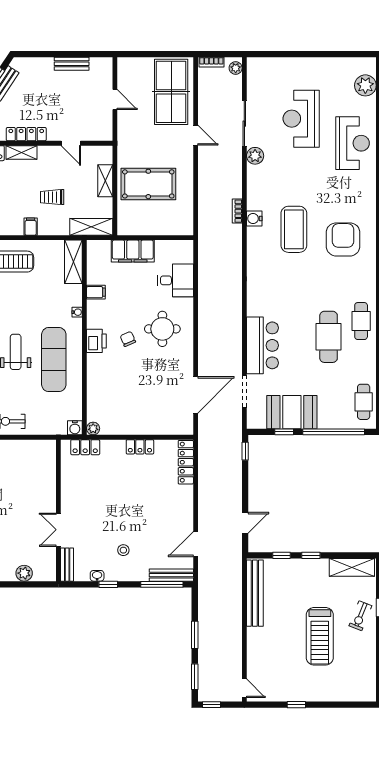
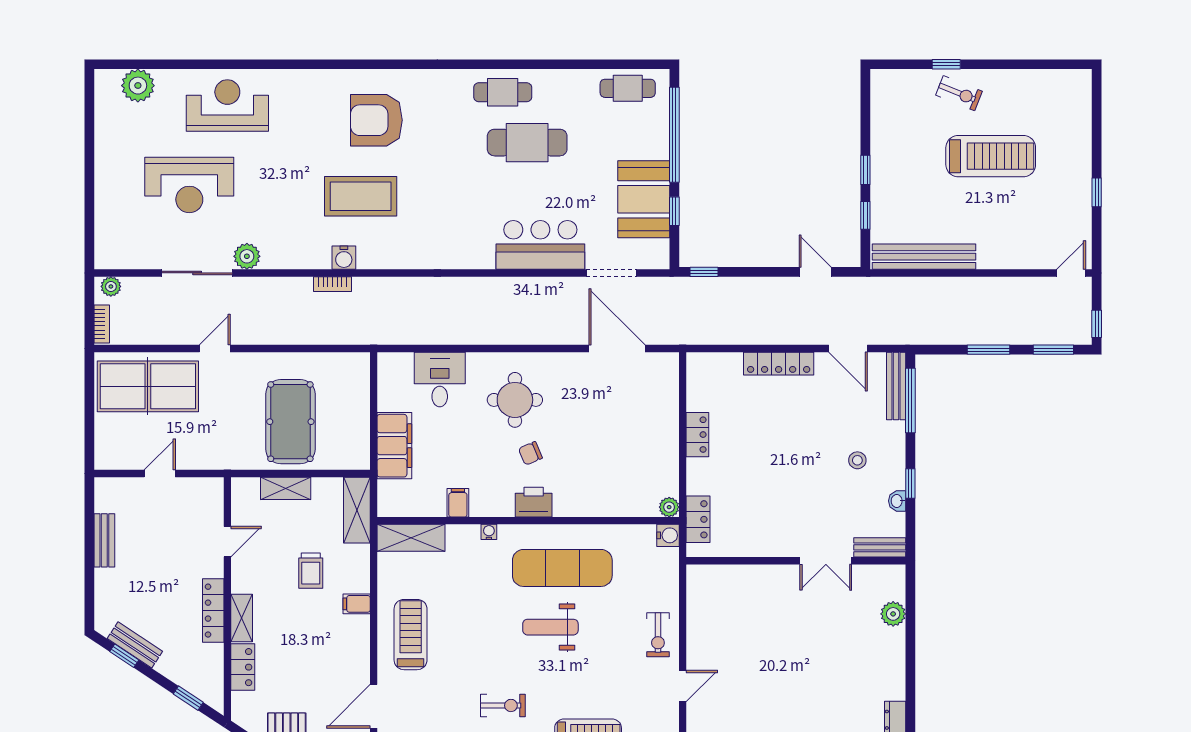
locker: (186, 462) -> (779, 364), moved
shelving: (352, 567) -> (884, 106), removed

